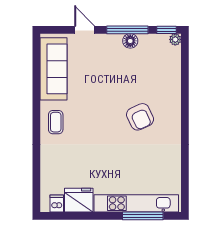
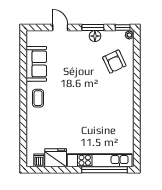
window: (127, 30) -> (93, 28), width x0.69
sofa: (53, 69) -> (36, 64), width x0.73
armchair: (140, 117) -> (114, 62), moved
window: (143, 216) -> (105, 170), width x1.46

